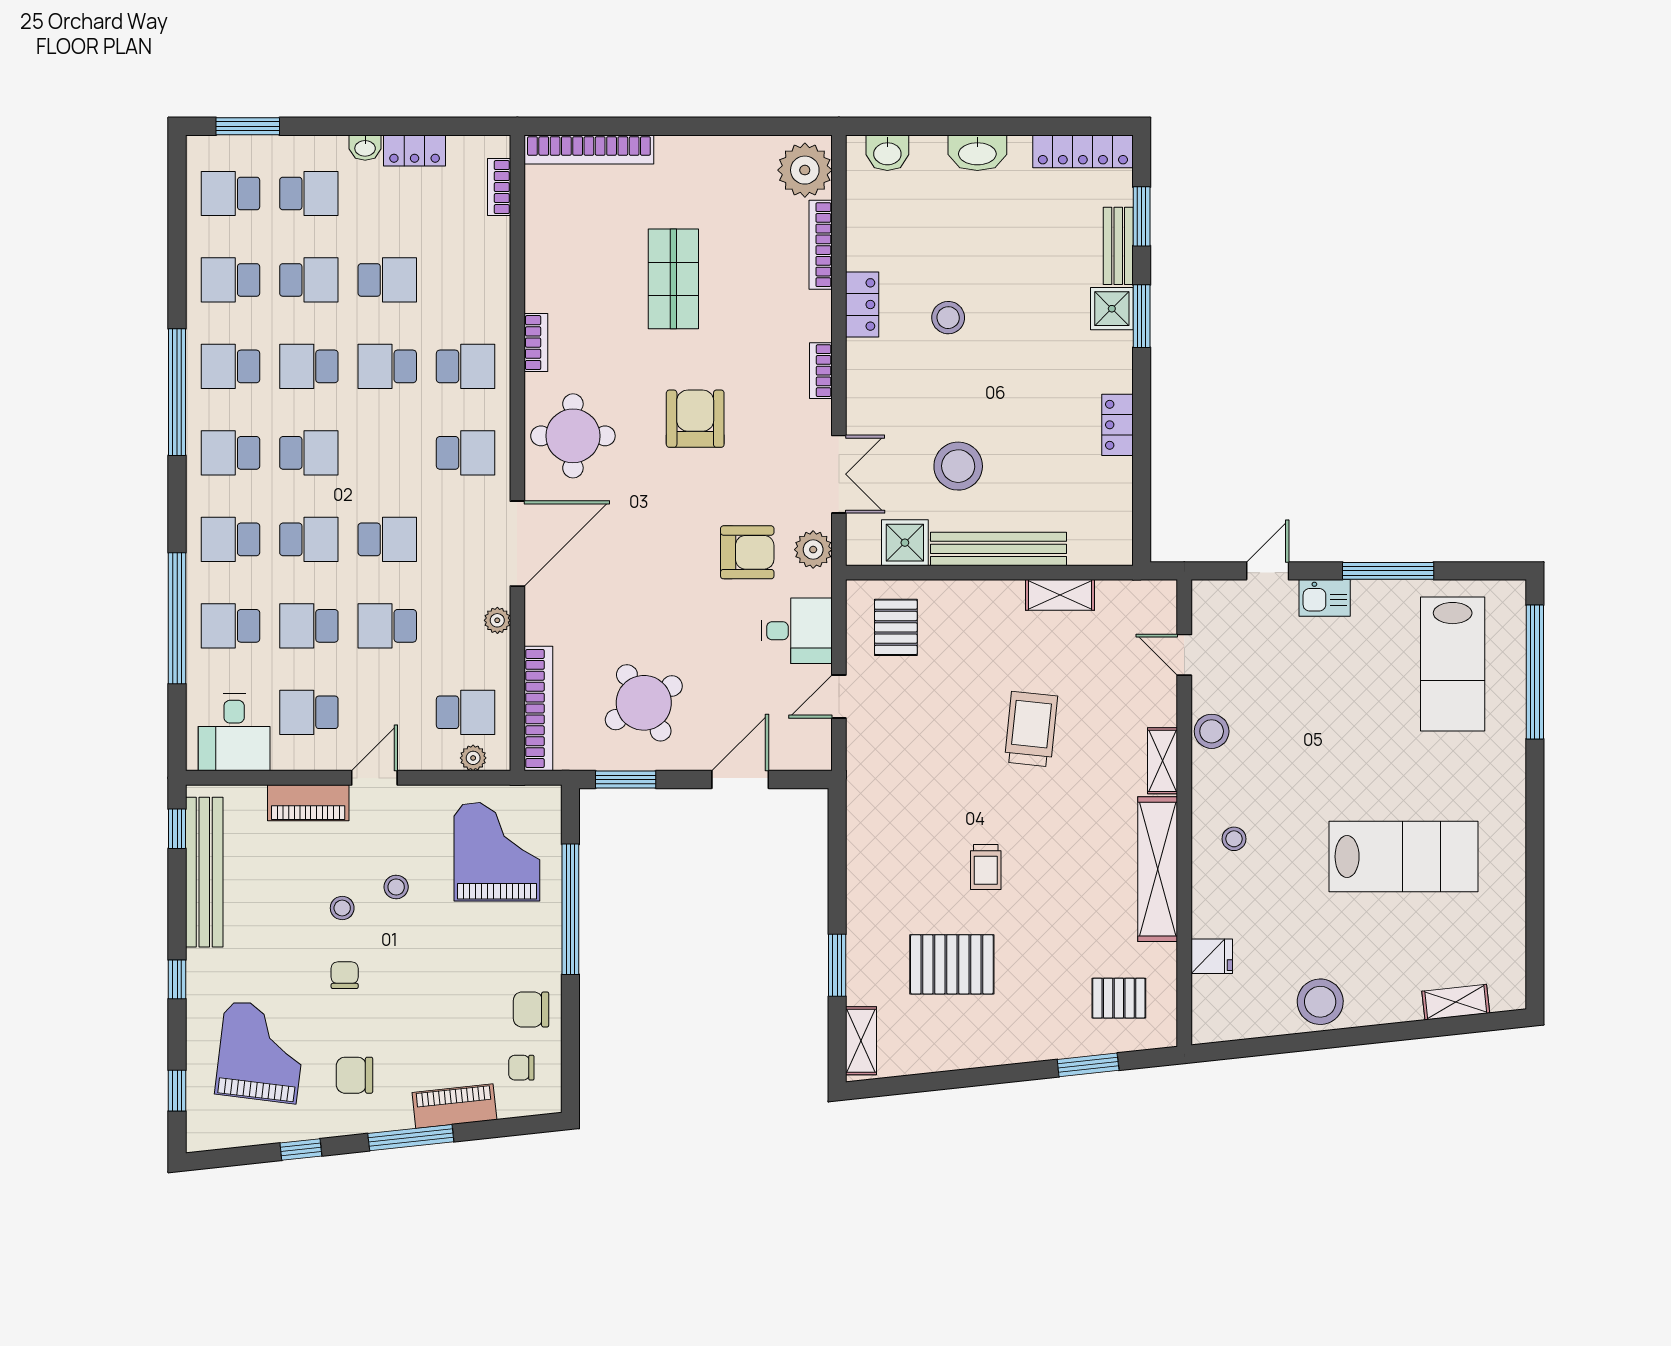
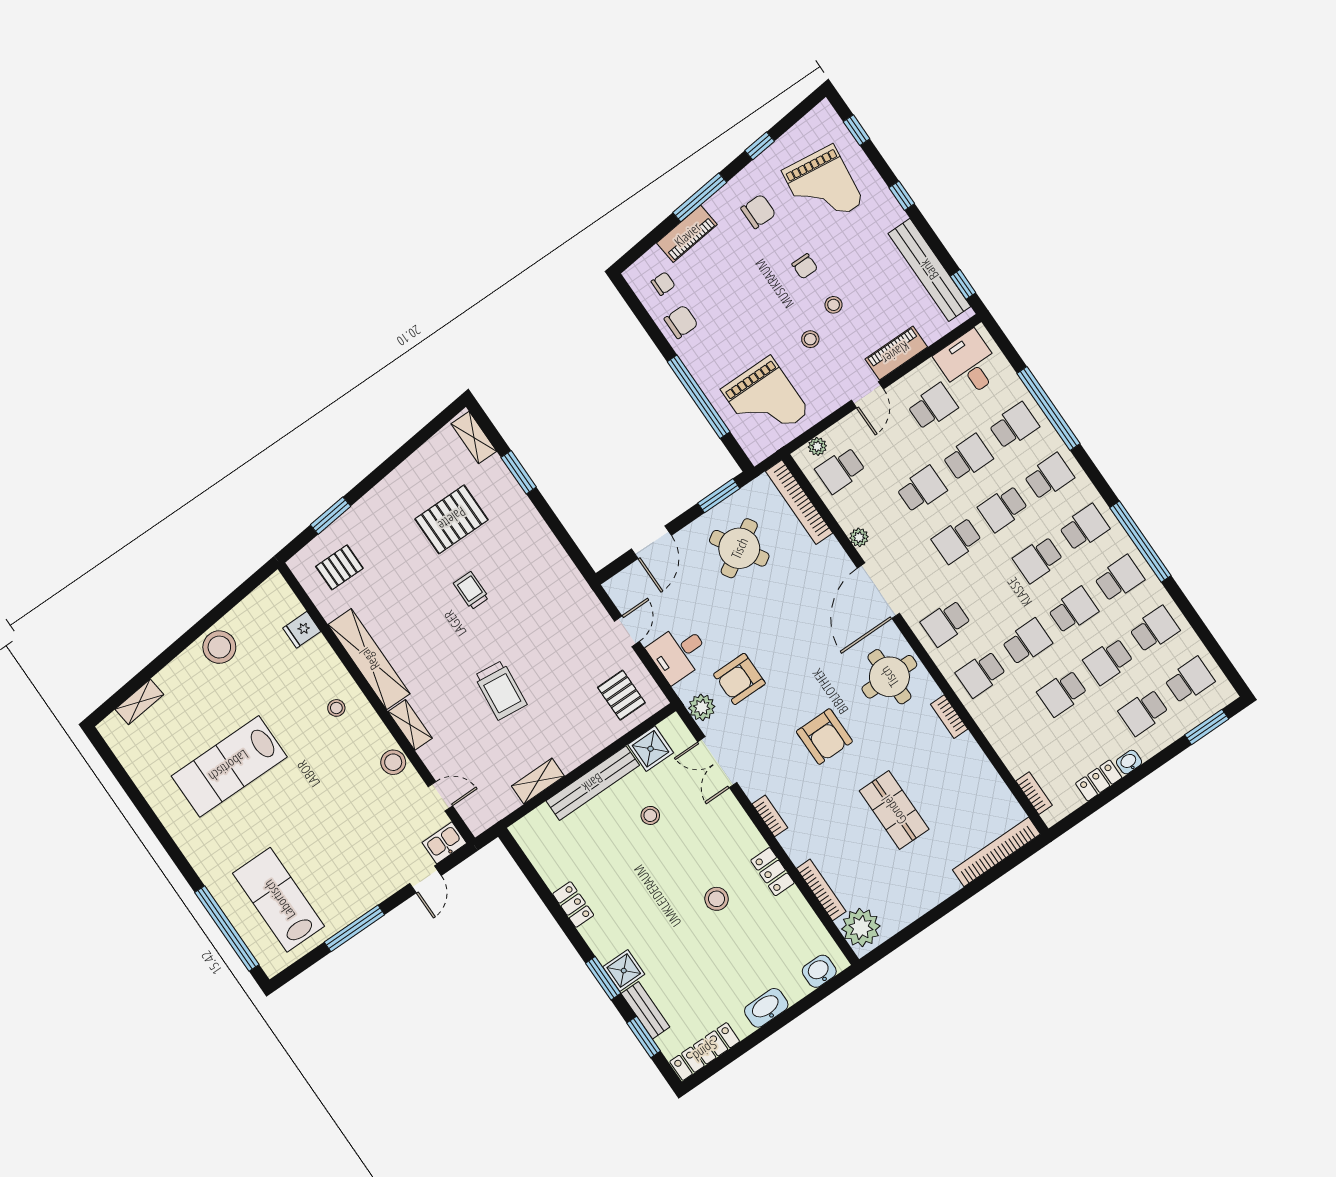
stool: (958, 466) -> (650, 815), width x0.53, depth x0.53
kitchen sink: (1325, 598) -> (444, 843), moved

